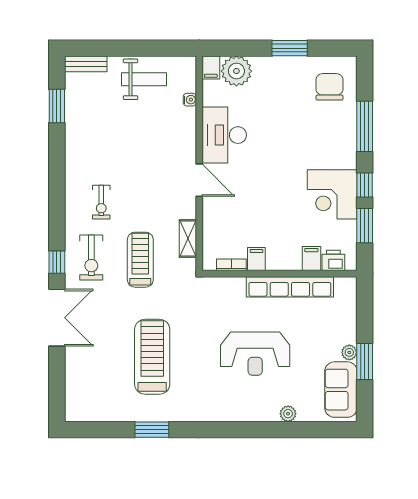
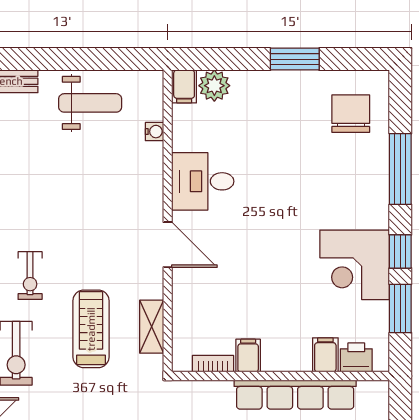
plant: (236, 71) -> (214, 86), width x0.73, depth x0.73
desk: (224, 135) -> (203, 181), width x0.73
treadmill: (140, 260) -> (91, 329), moved

